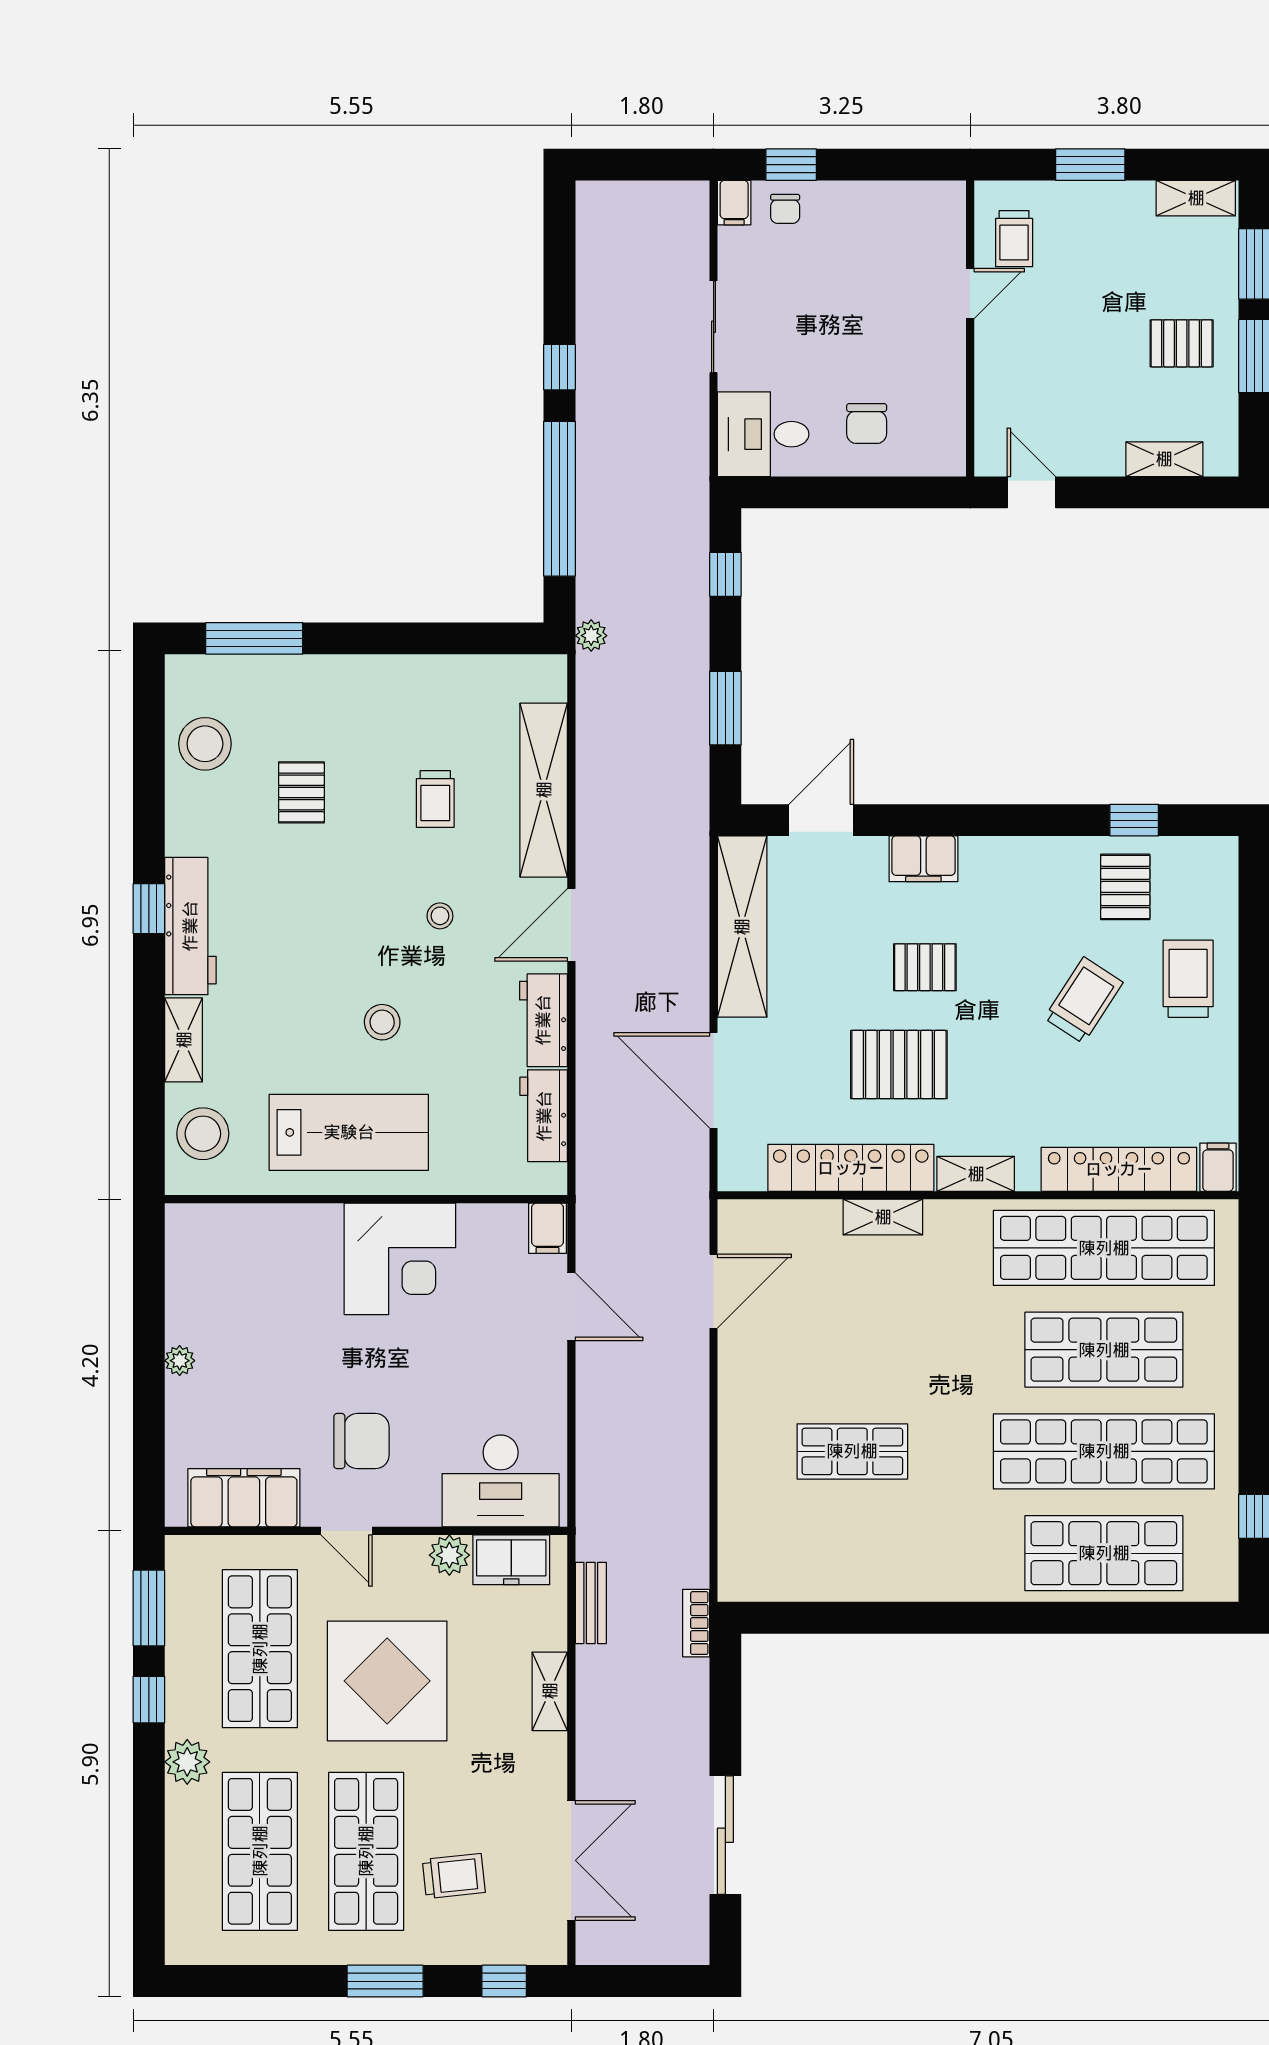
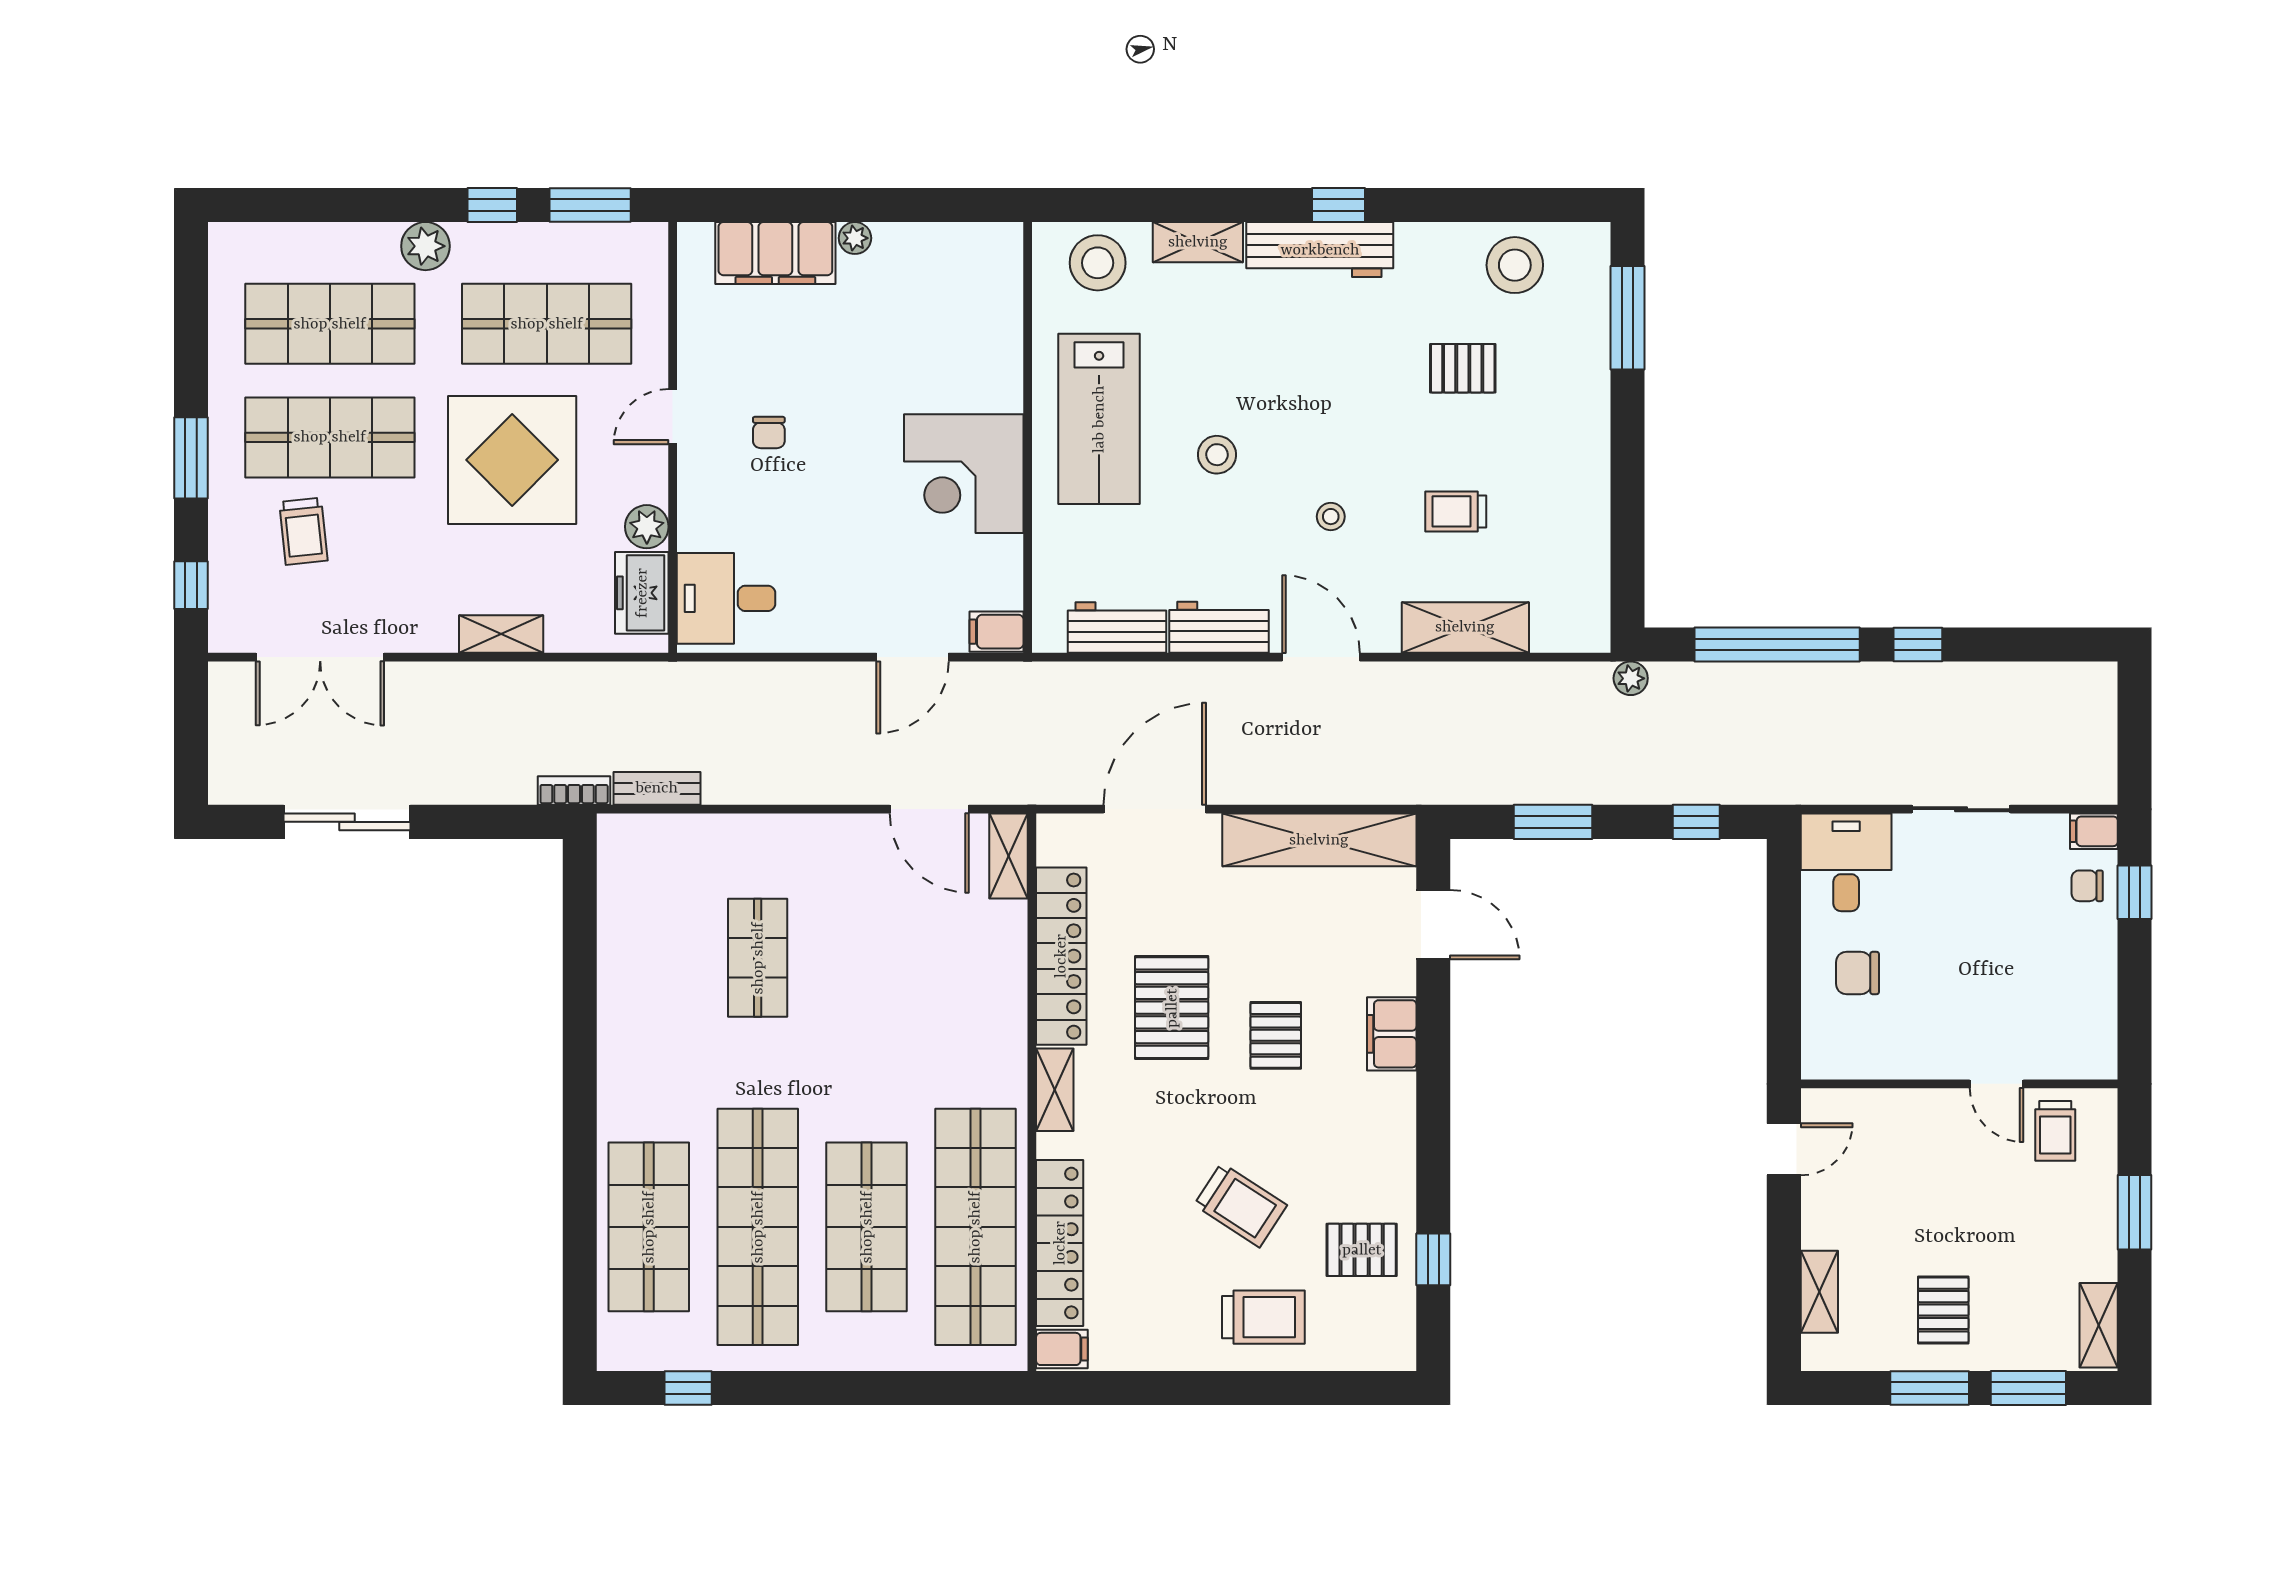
trolley: (1014, 239) -> (2055, 1131), turned -90
shelving: (544, 790) -> (1465, 627), width x0.68
shelving: (883, 1217) -> (1008, 856), moved
chair: (361, 1441) -> (769, 432), width x0.54, depth x0.54
desk: (501, 1481) -> (726, 598), width x0.73
filing cabinet: (244, 1498) -> (775, 253), moved, turned 90
bench: (591, 1603) -> (657, 788), moved

